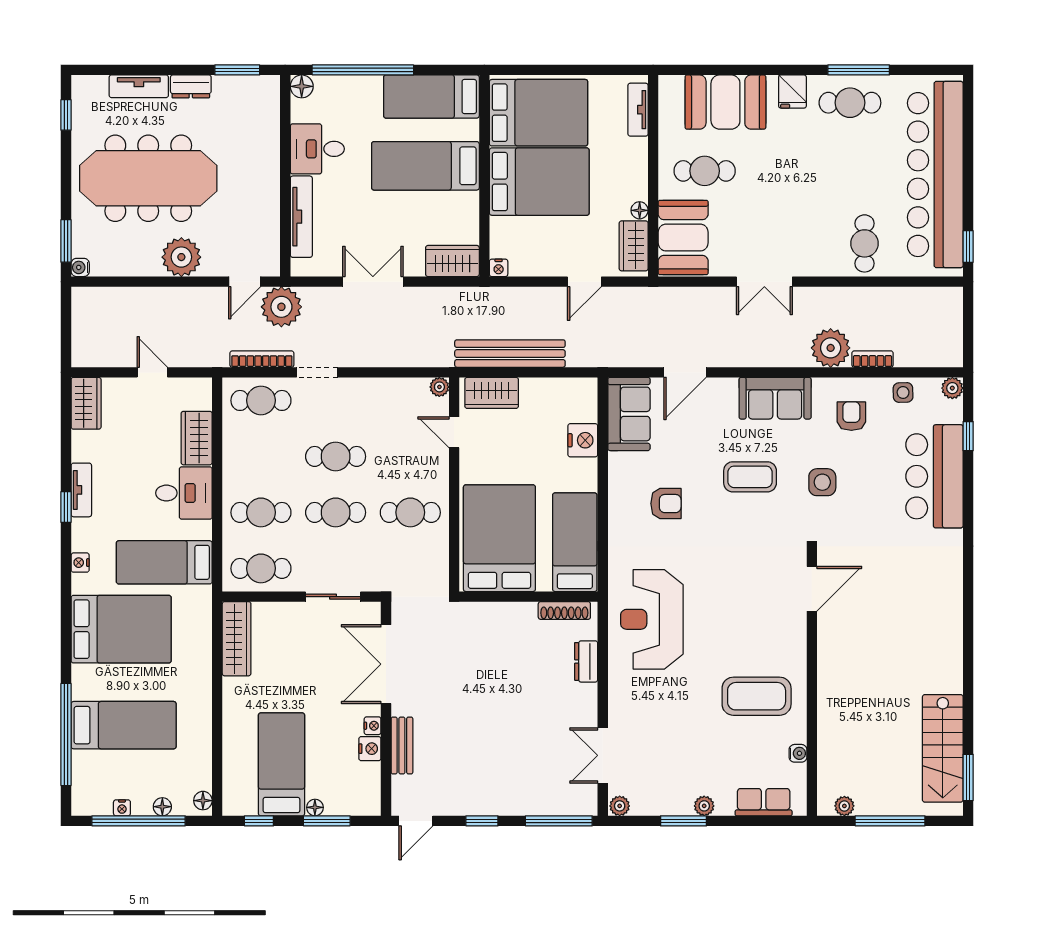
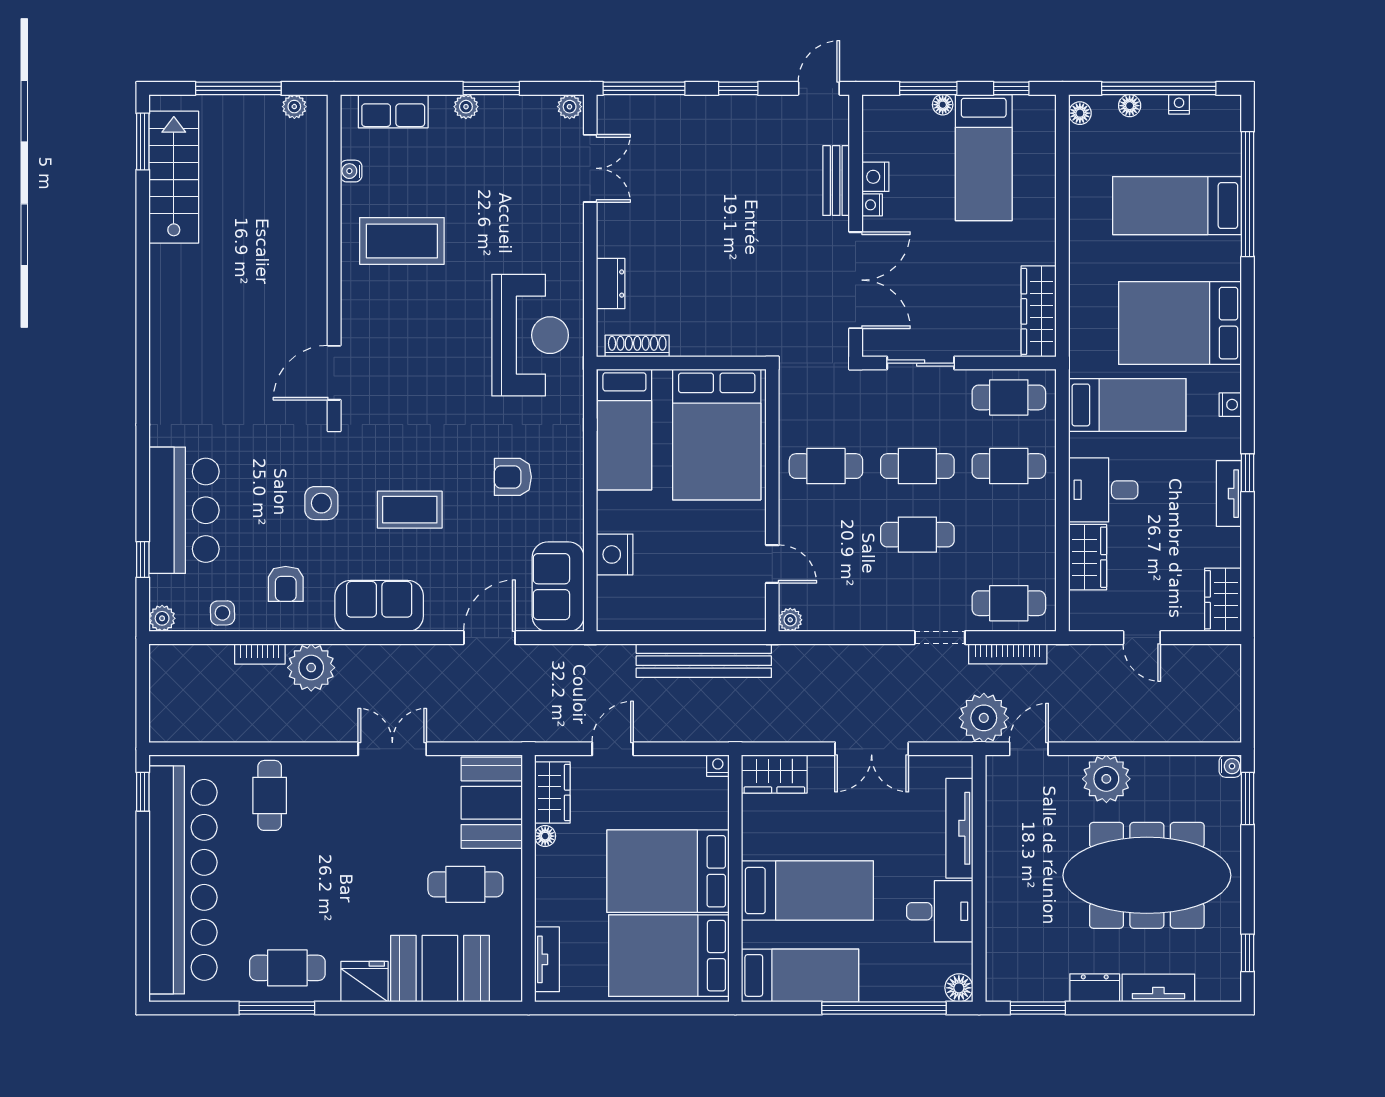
fridge: (792, 92) -> (364, 982), width x1.38
wardrobe: (492, 393) -> (726, 612), removed

